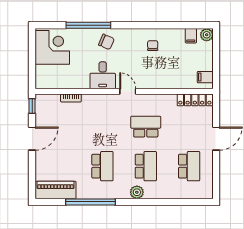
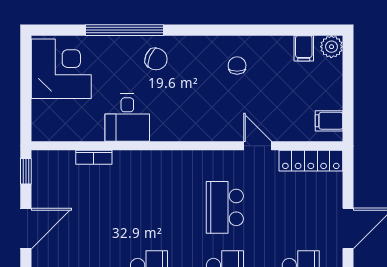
desk: (103, 75) -> (127, 118), moved
door: (128, 91) -> (258, 146), moved
school desk: (146, 127) -> (225, 207), turned -90

